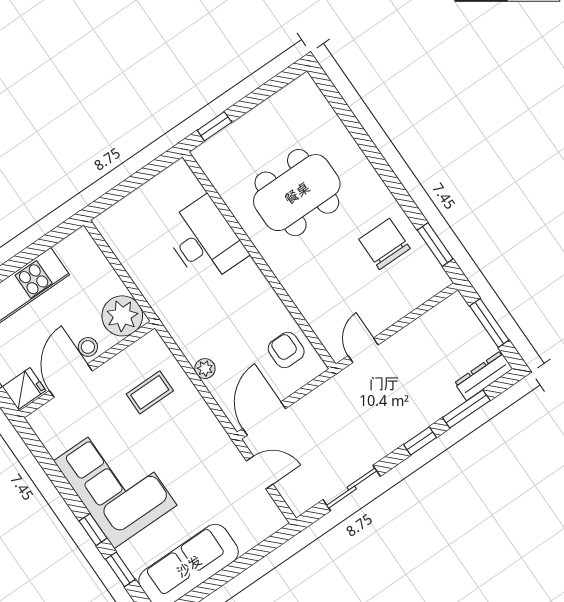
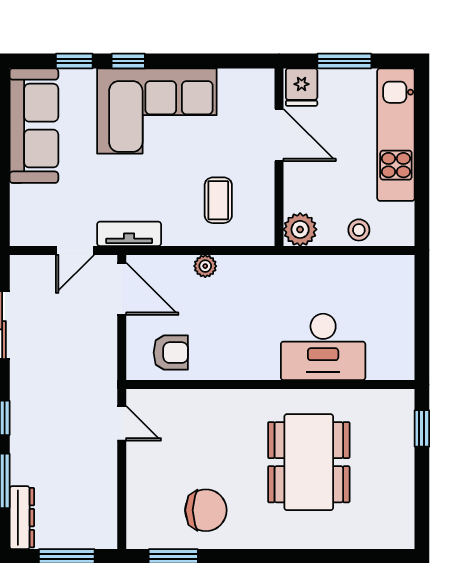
plant: (122, 316) -> (300, 229), width x0.73, depth x0.73
stool: (88, 347) -> (359, 230), moved
tv unit: (220, 441) -> (129, 234), added

